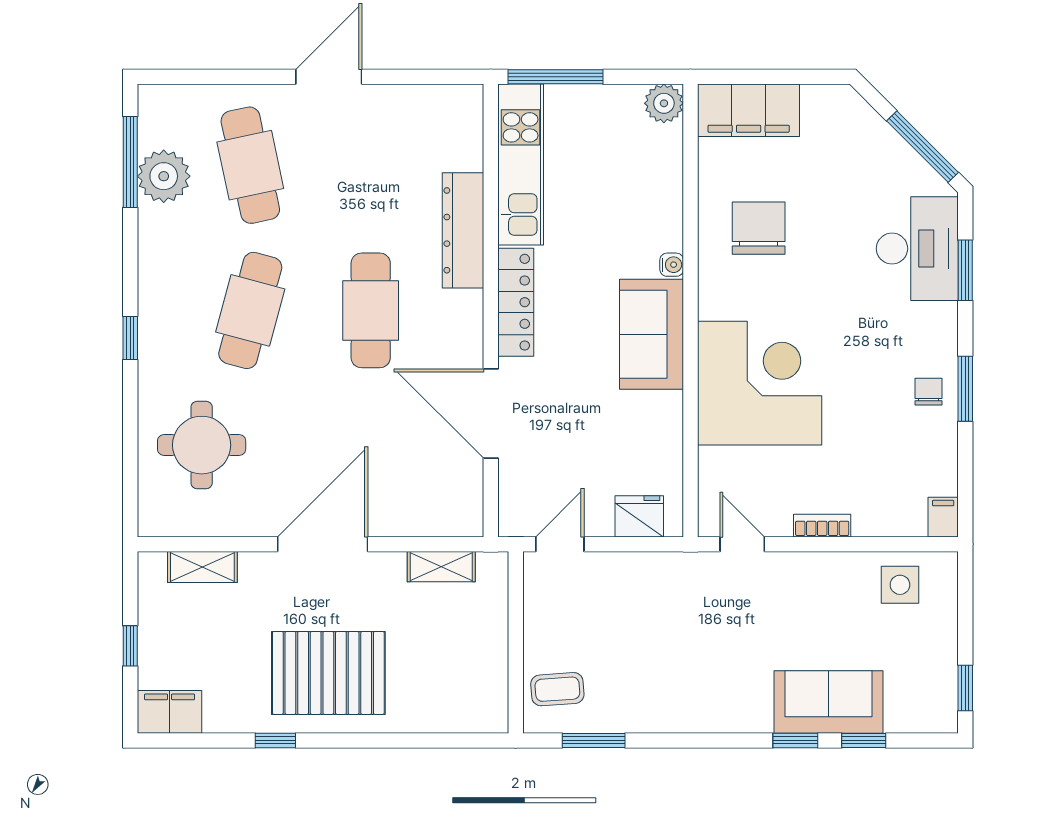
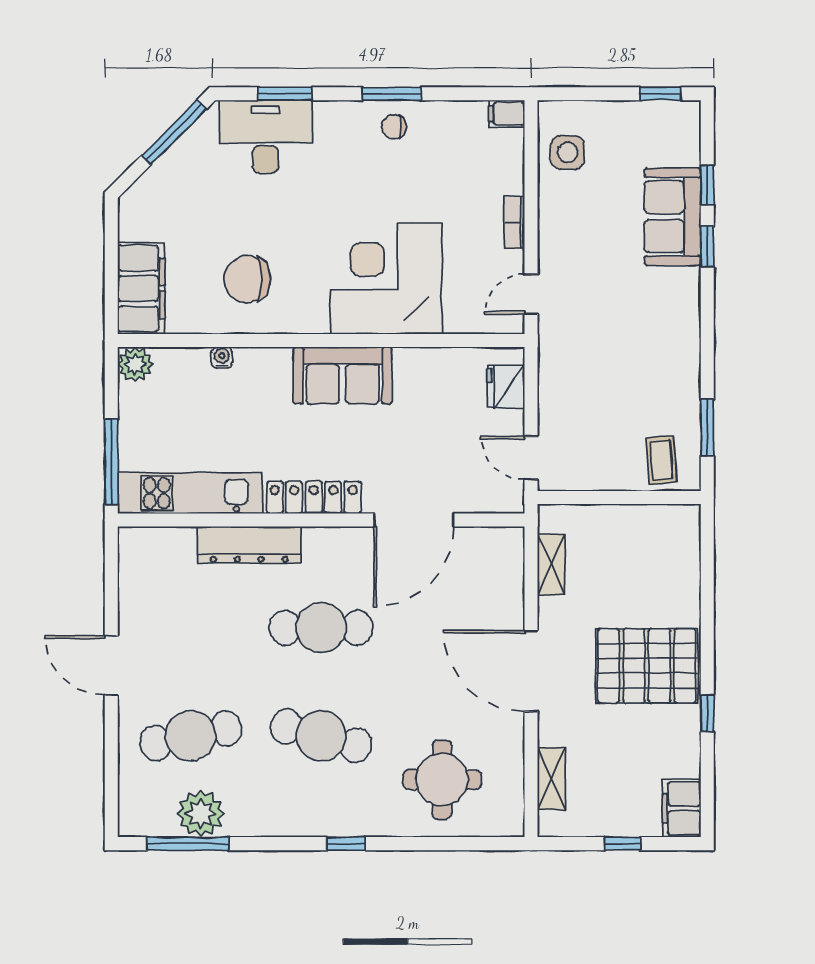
water cooler: (672, 265) -> (222, 357), moved
pallet: (328, 673) -> (647, 666), turned 90

